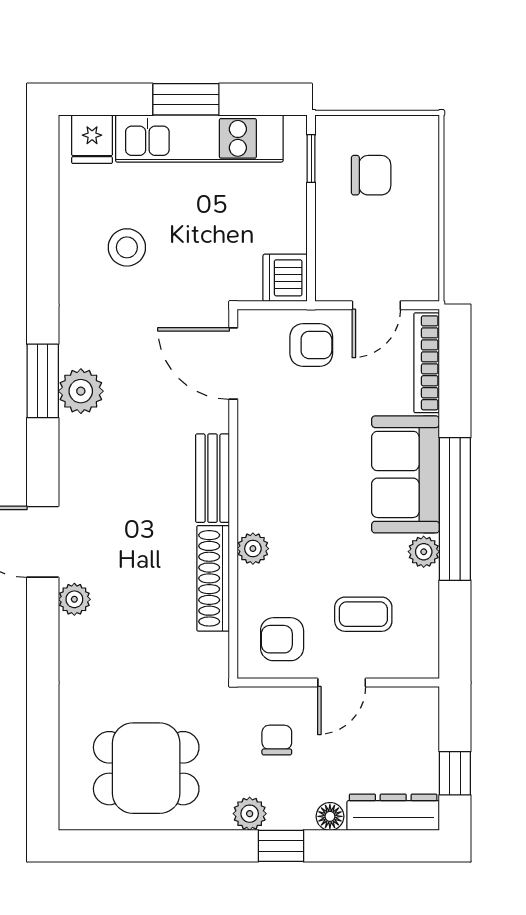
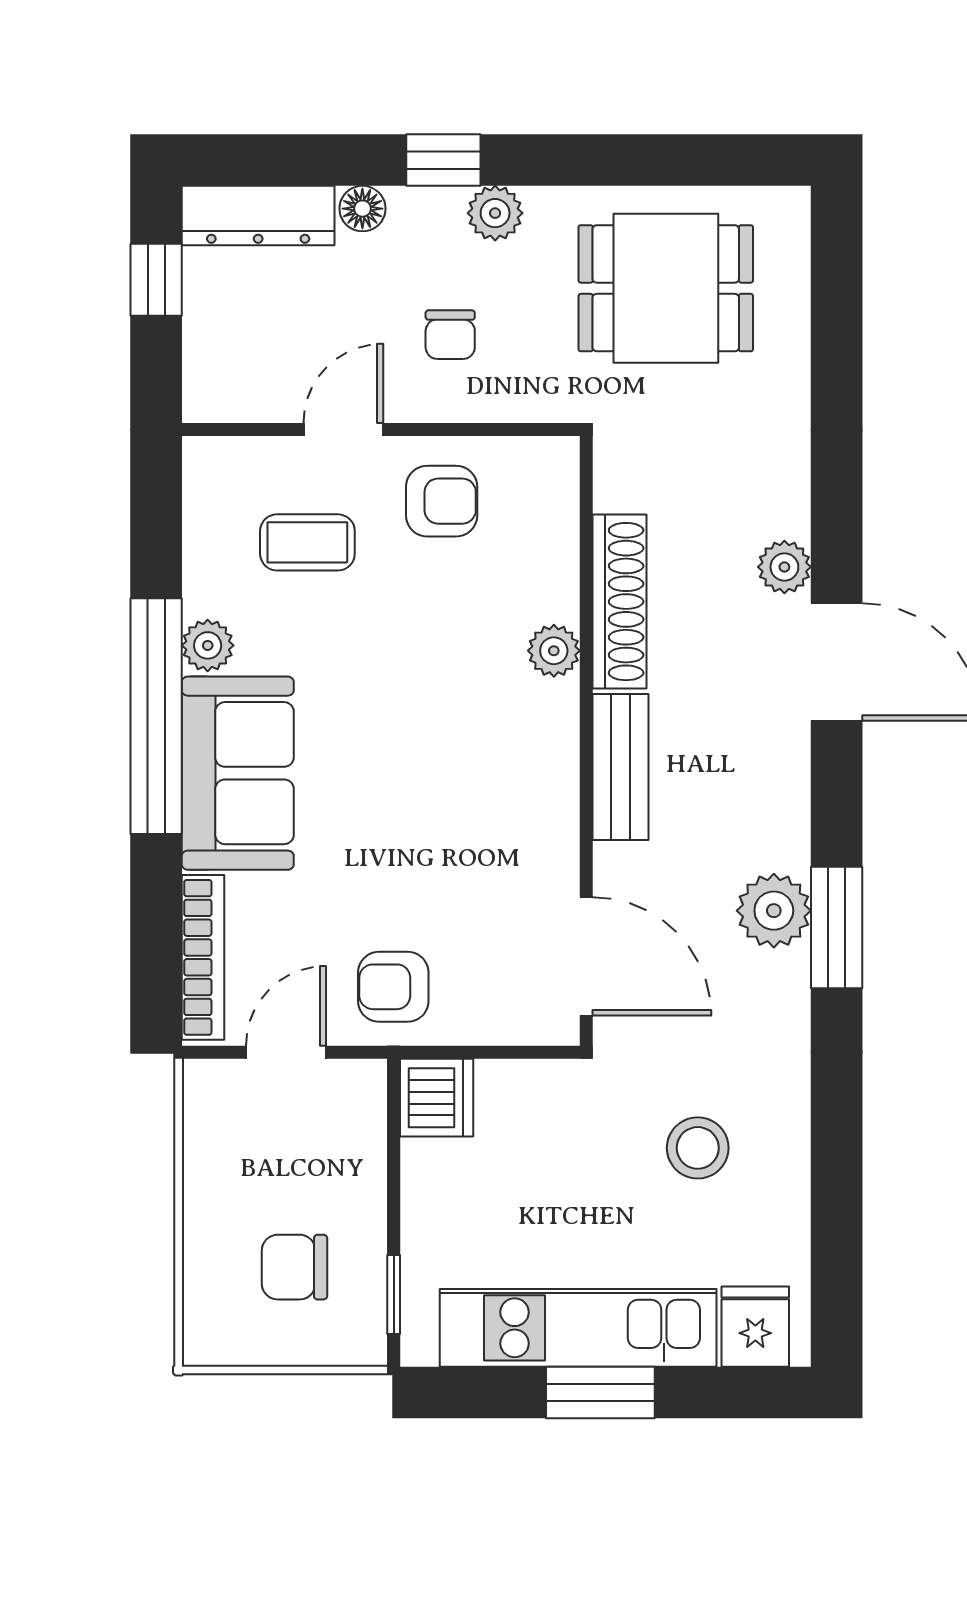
door: (233, 363) -> (586, 956), moved
bench: (212, 478) -> (621, 767), moved
wall: (233, 494) -> (586, 741), moved
plant: (253, 549) -> (554, 651), moved
shoe rack: (213, 578) -> (620, 602), moved

